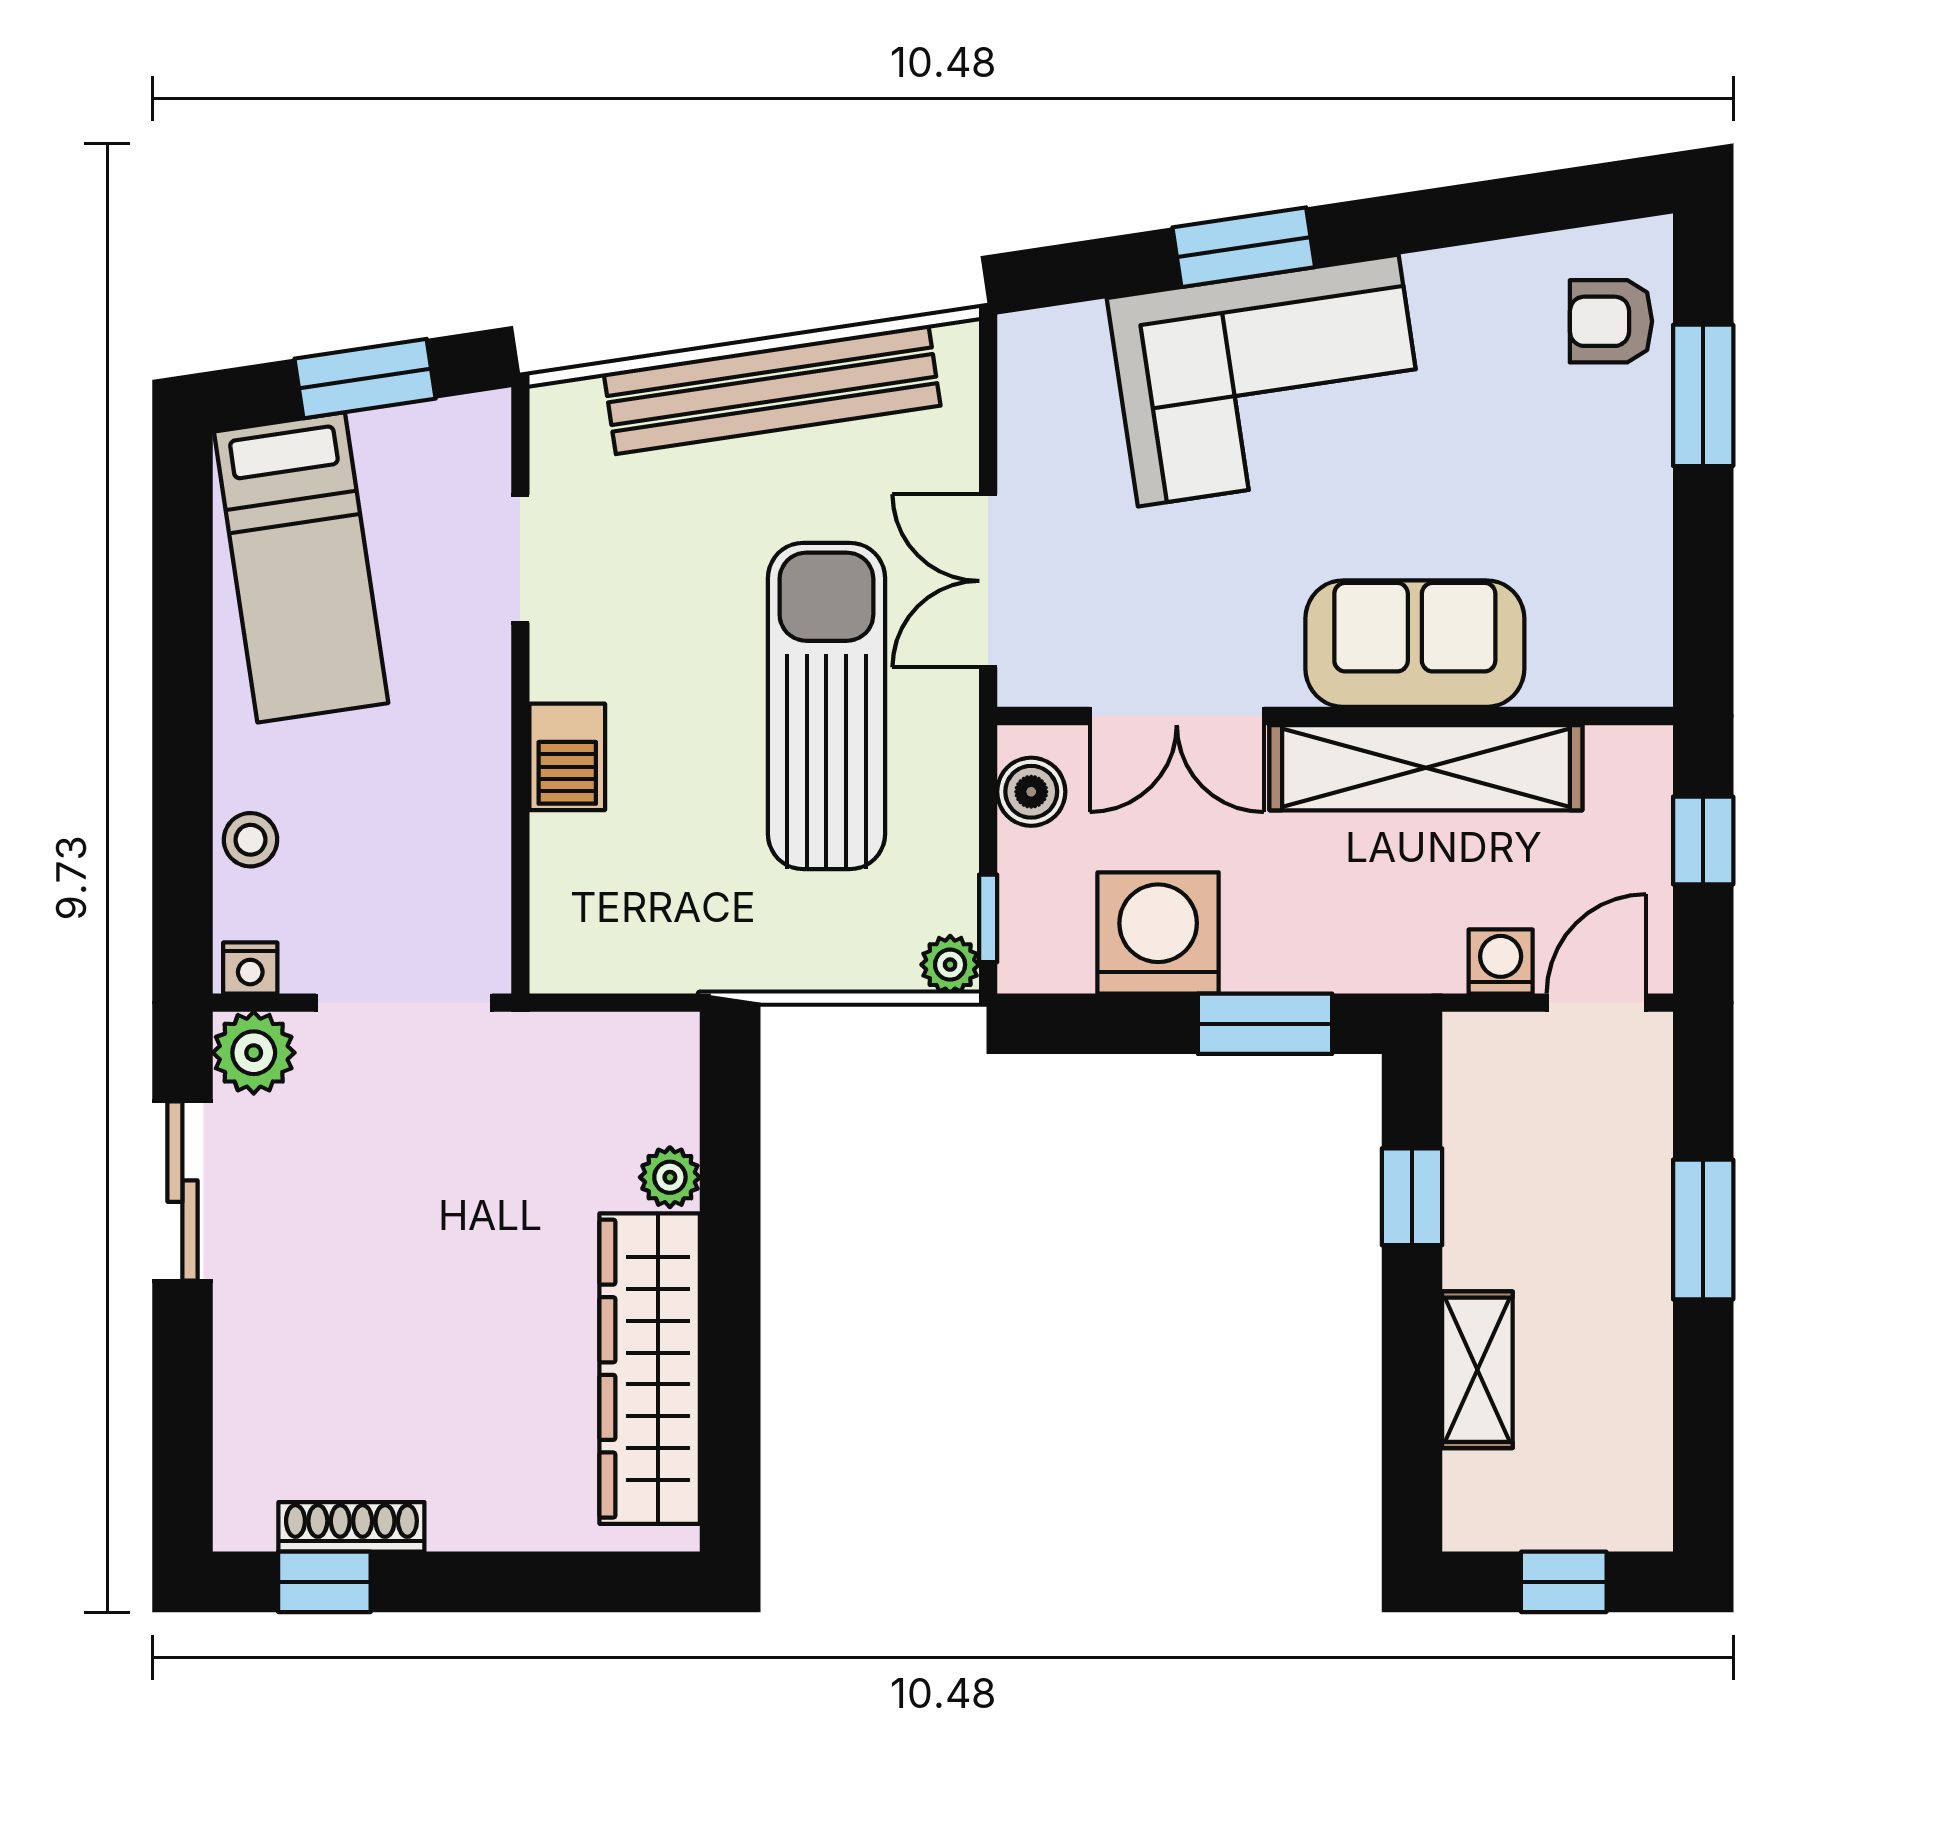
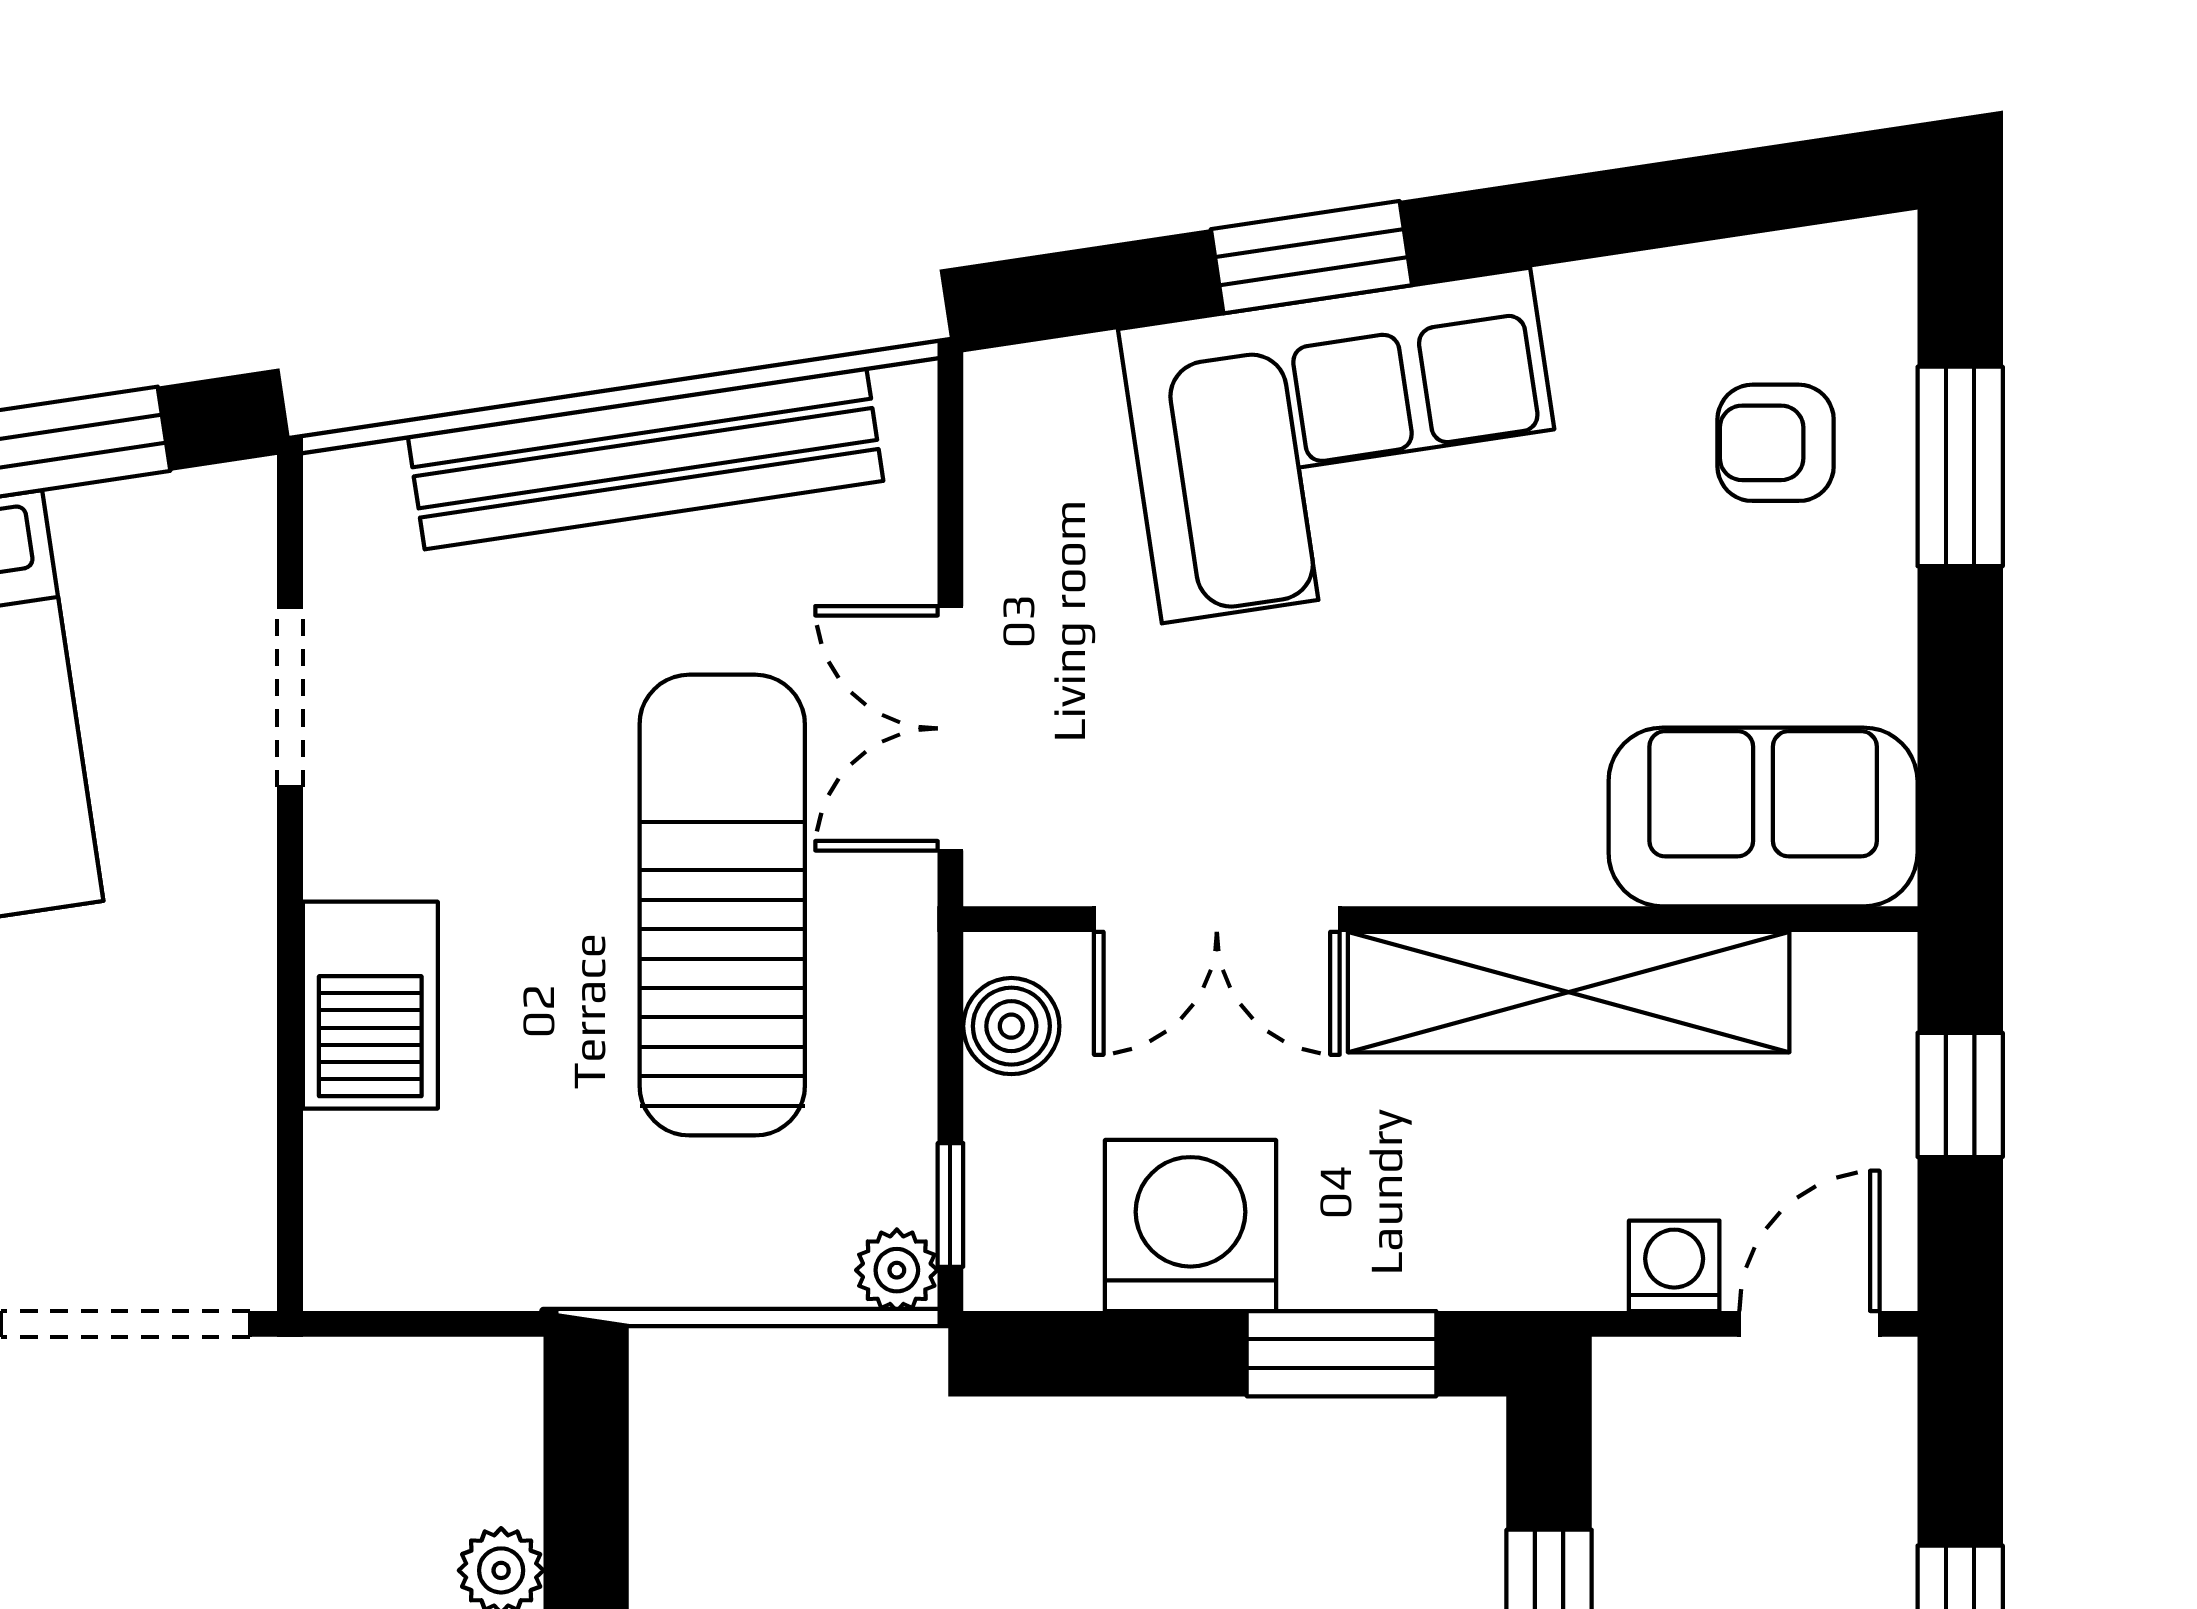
armchair: (1611, 321) -> (1776, 443), moved
sofa: (1415, 644) -> (1763, 817), moved
barbecue: (567, 757) -> (370, 1005), width x1.38, depth x1.27

